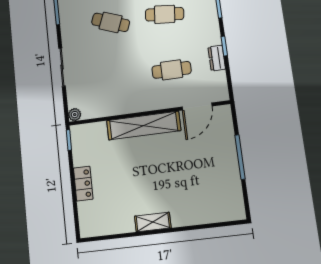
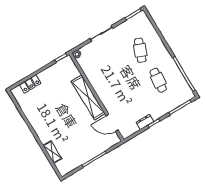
cafe table: (172, 70) -> (127, 99), removed
locker: (83, 184) -> (30, 84), moved
shelving: (153, 222) -> (52, 152), moved

